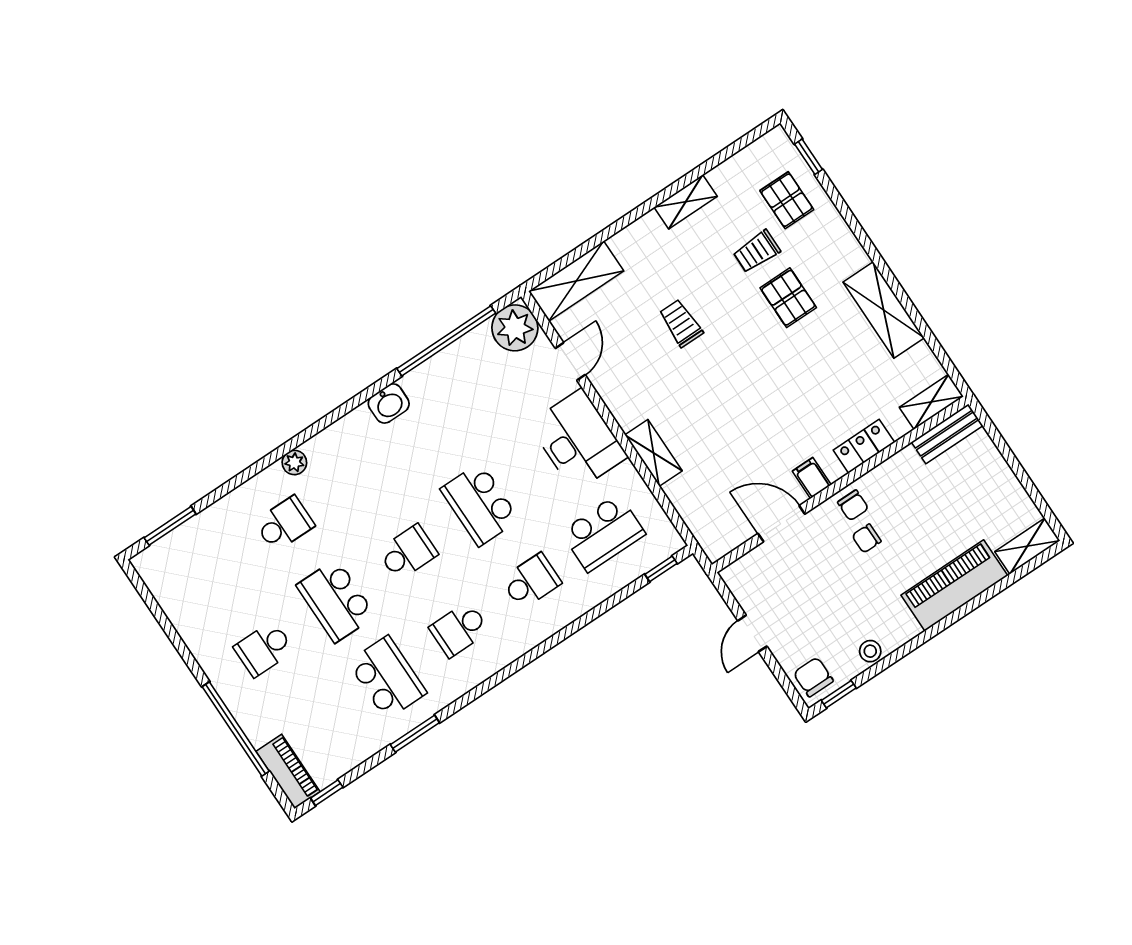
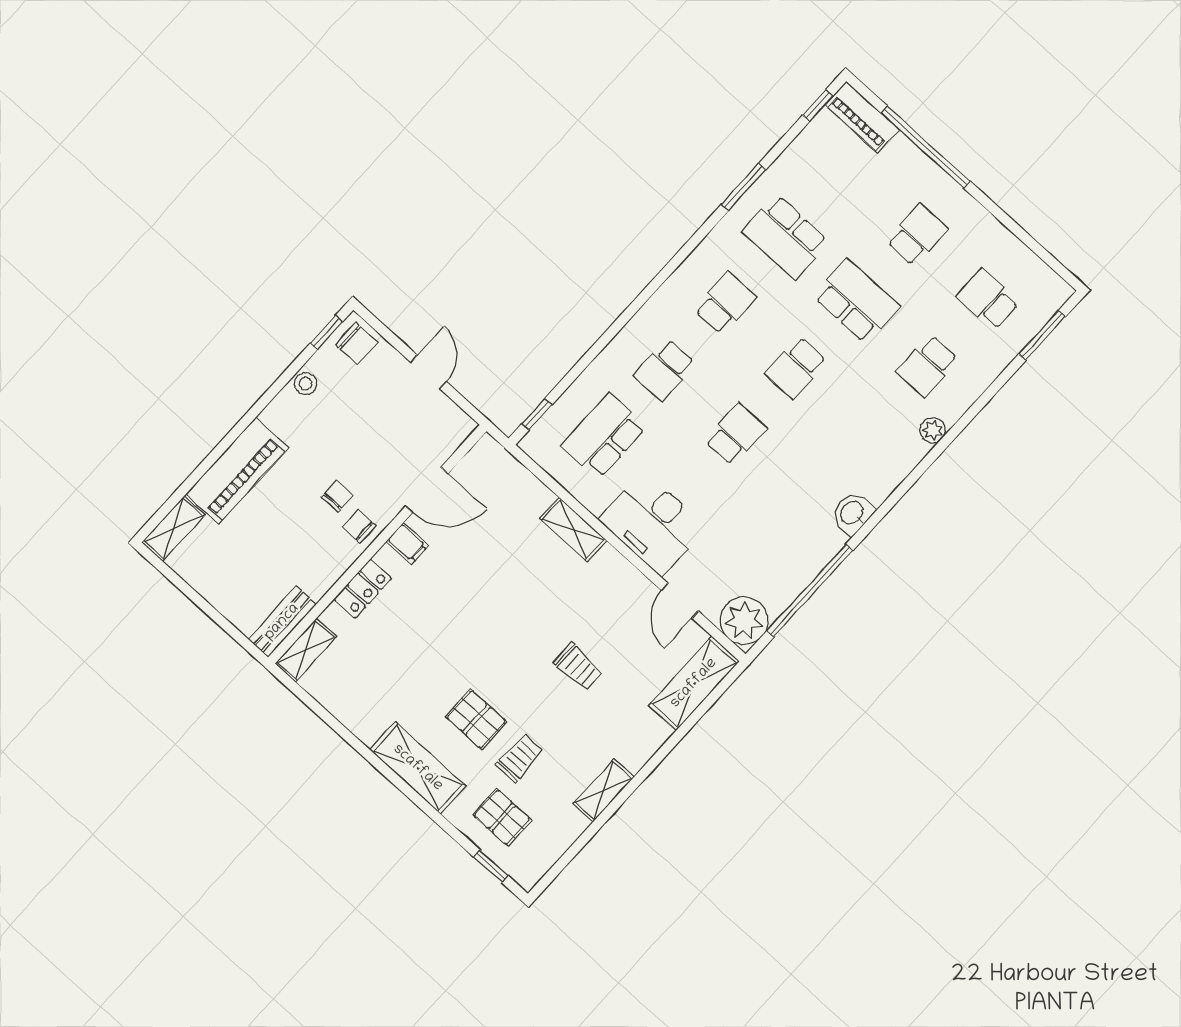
shelving: (884, 310) -> (418, 768), moved
school desk: (480, 504) -> (735, 434), width x0.54
school desk: (212, 572) -> (988, 299), added

